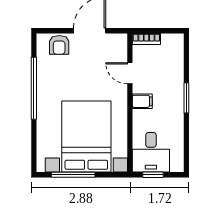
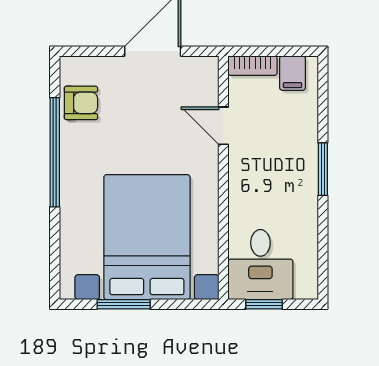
armchair: (59, 45) -> (81, 103), moved, turned -90
filing cabinet: (142, 101) -> (292, 73), moved, turned 90
window: (73, 175) -> (124, 304), width x0.69

